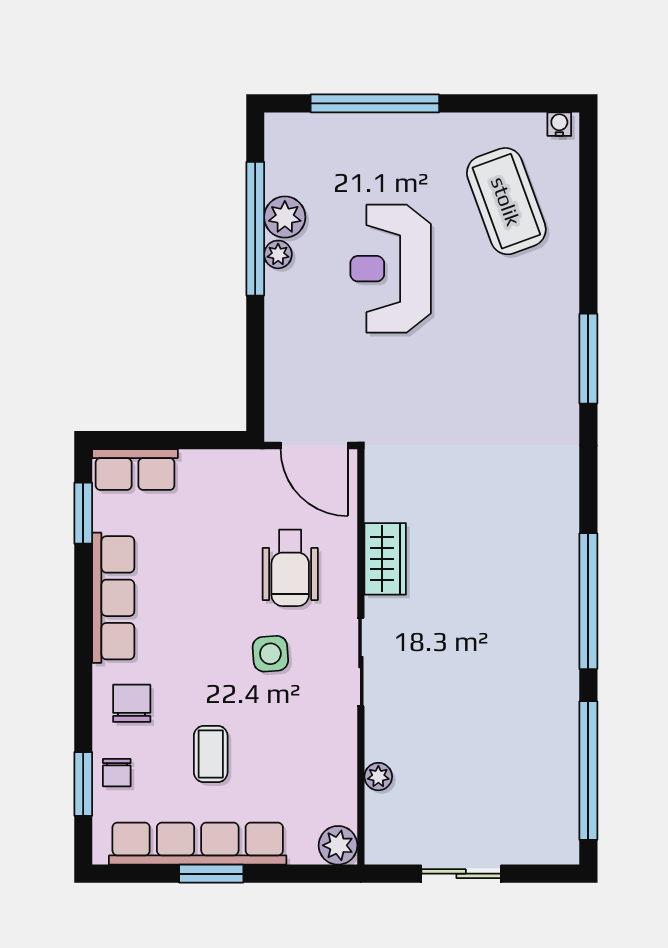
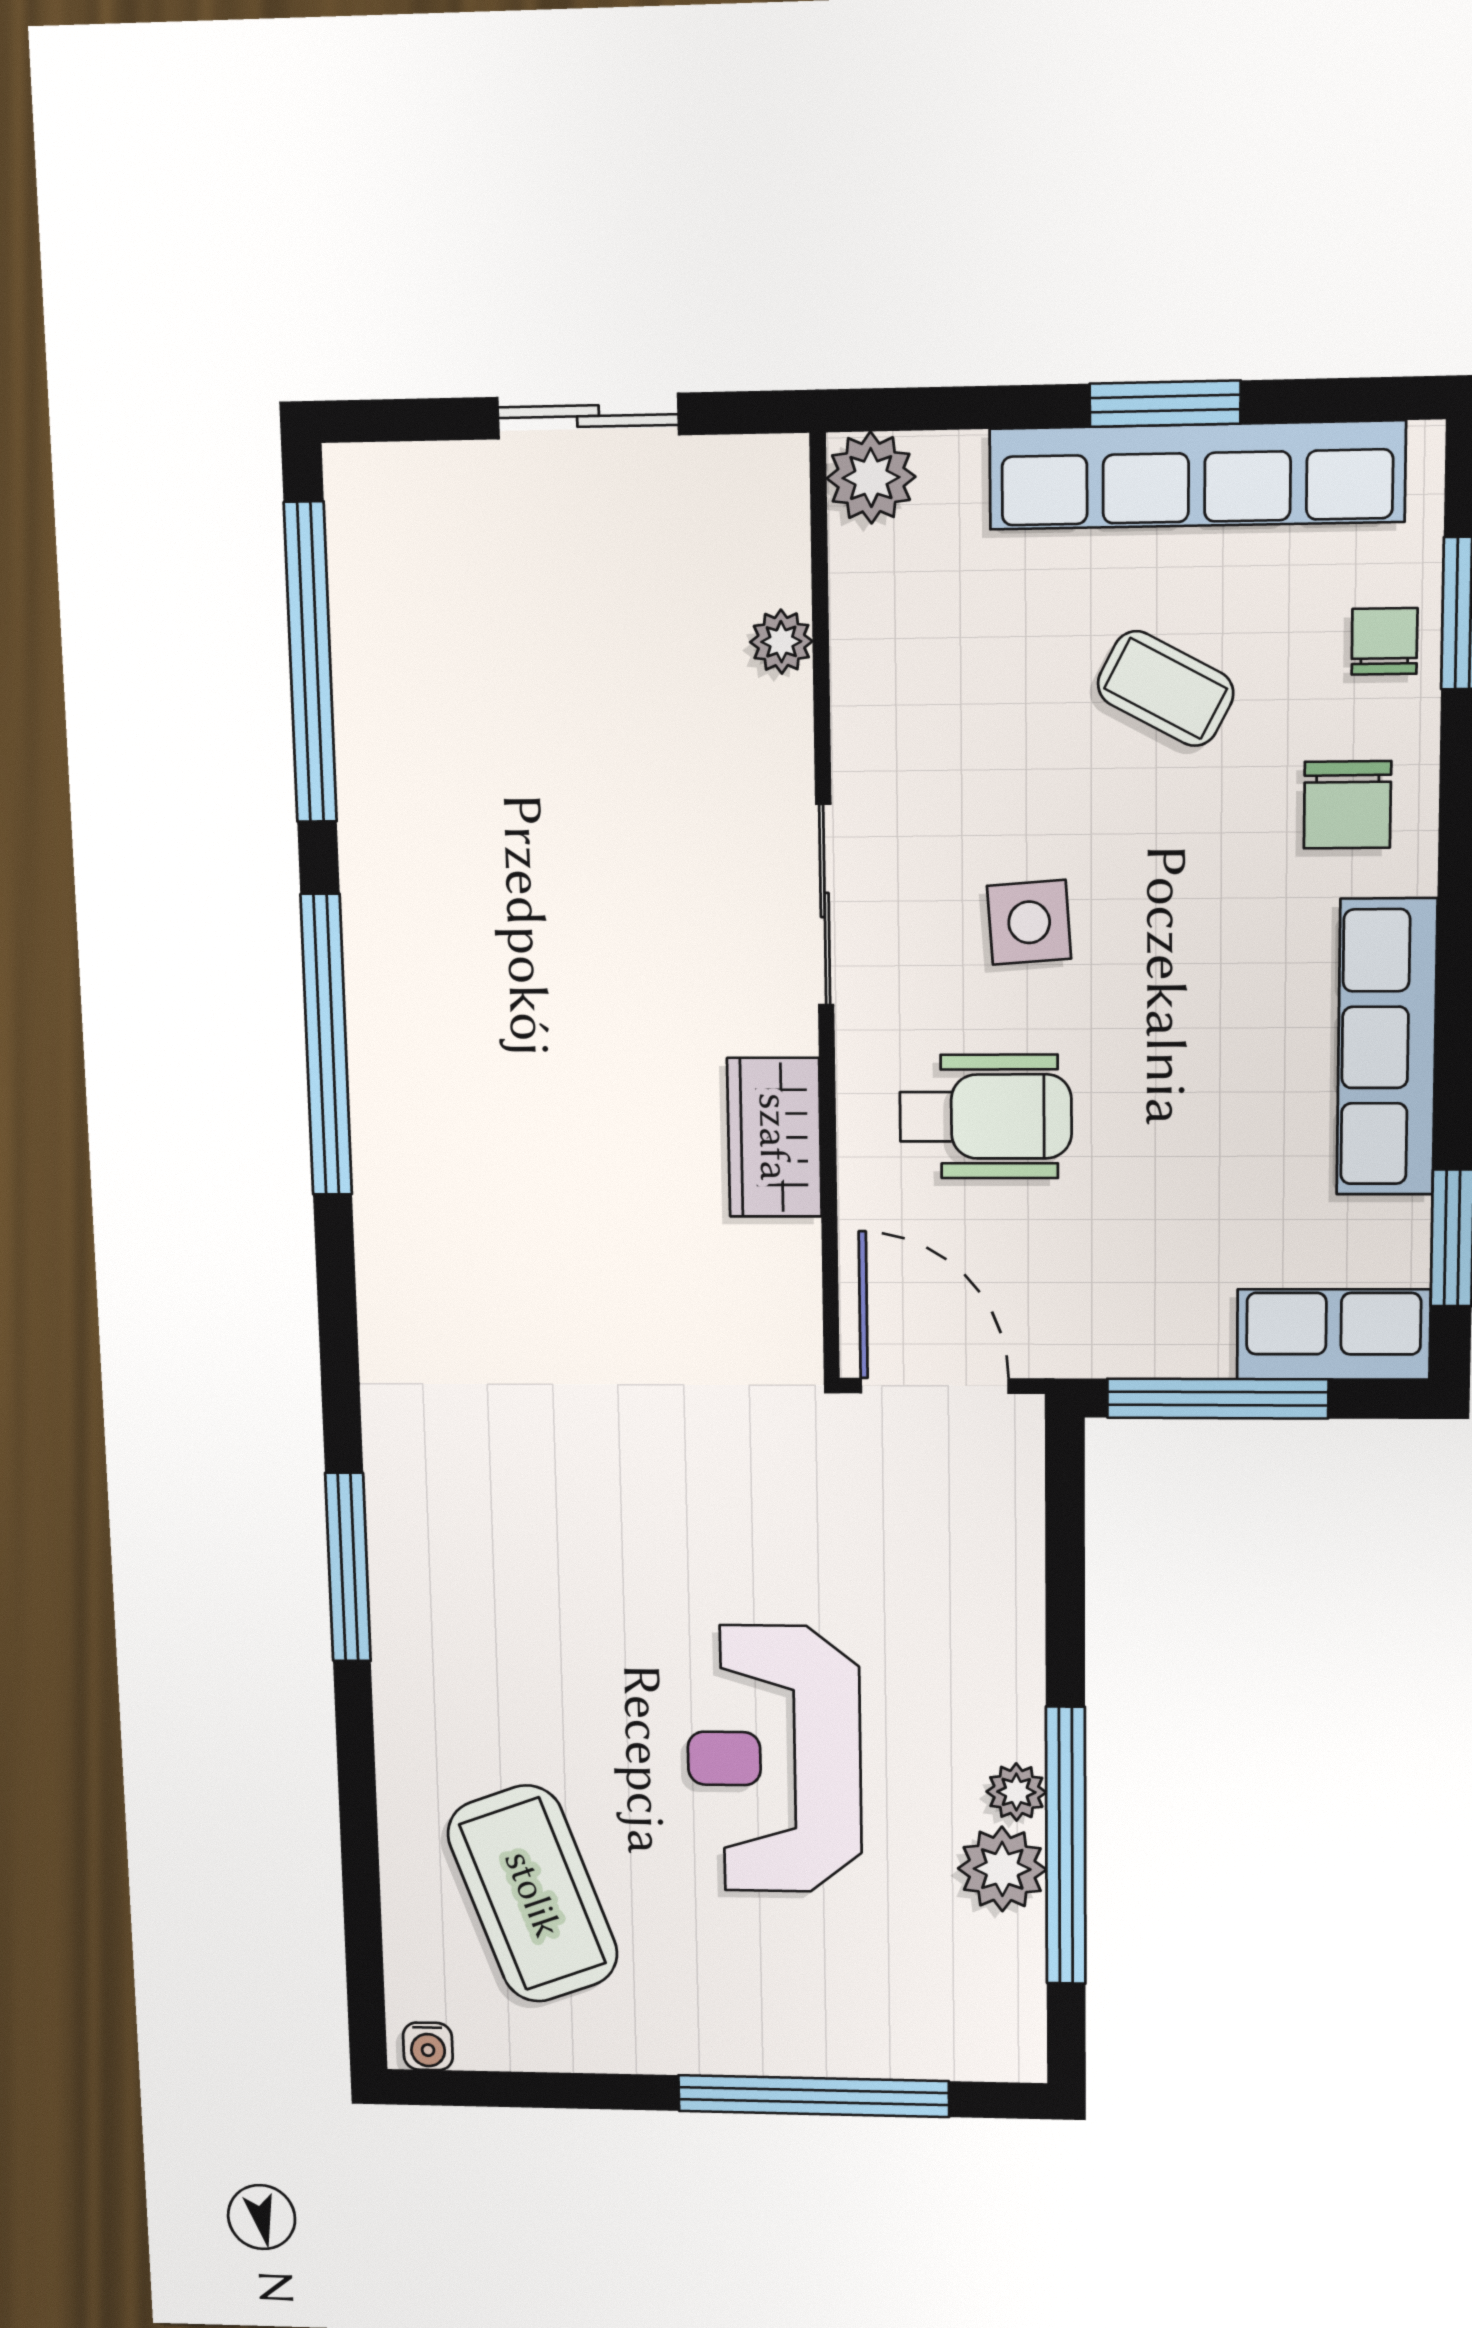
reception desk: (391, 269) -> (774, 1759), turned 180
window: (186, 440) -> (1218, 1399), added
wheelchair: (290, 568) -> (986, 1117), turned 90
coffee table: (211, 754) -> (1166, 689), turned -62

